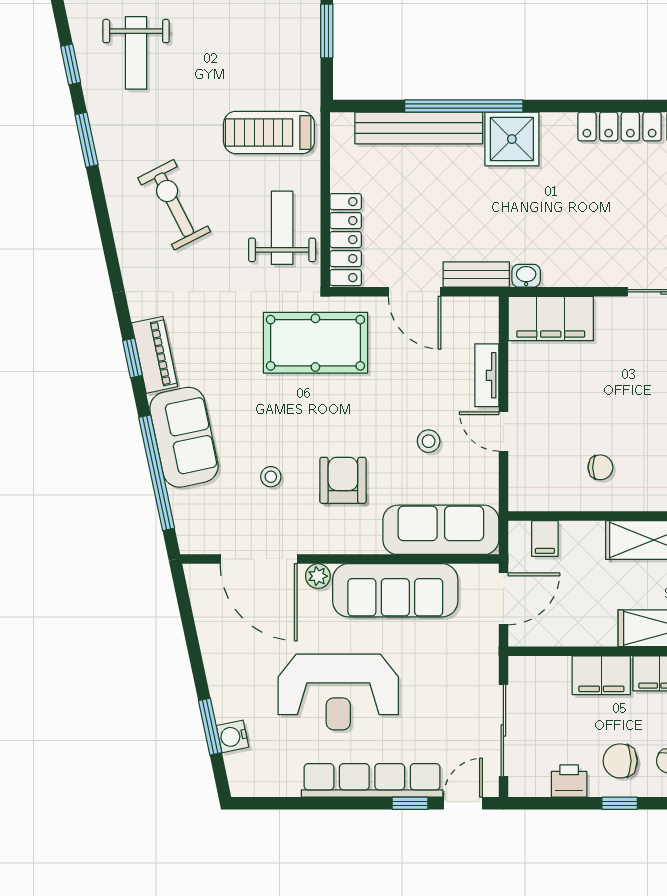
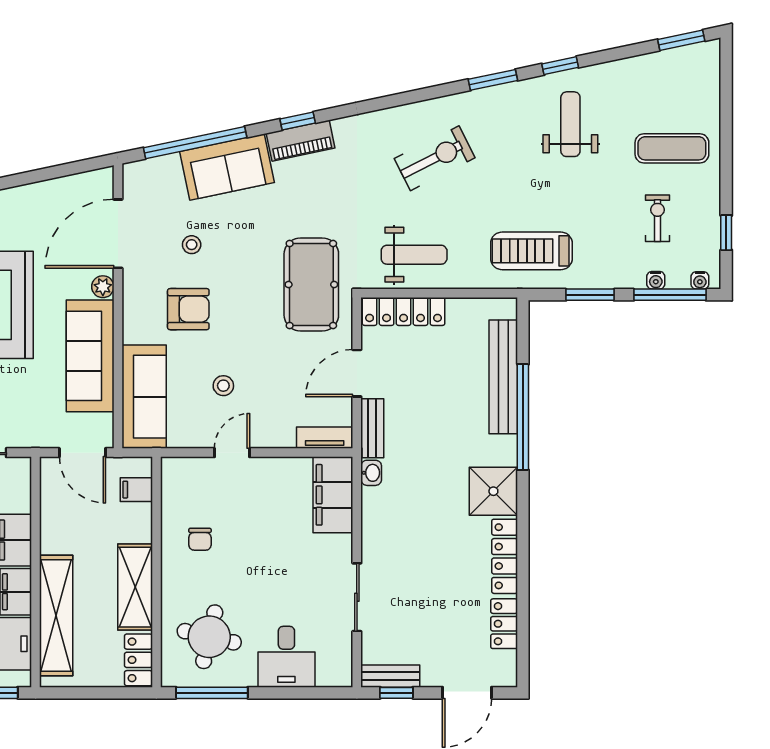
weight bench: (136, 53) -> (570, 124), turned 90
treadmill: (269, 132) -> (531, 251), moved, turned -90
shower: (512, 139) -> (493, 491), moved
tv unit: (487, 375) -> (325, 438), moved

